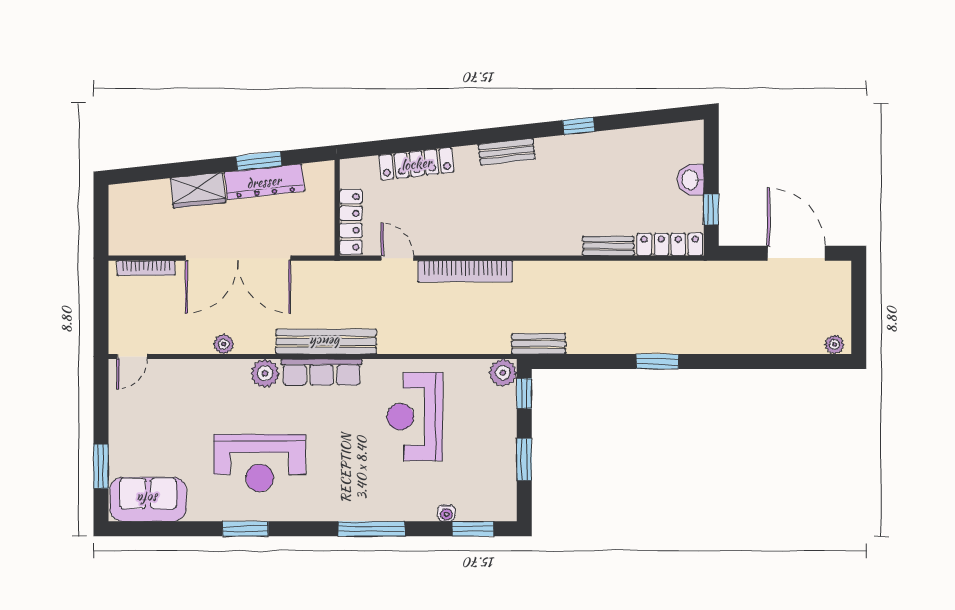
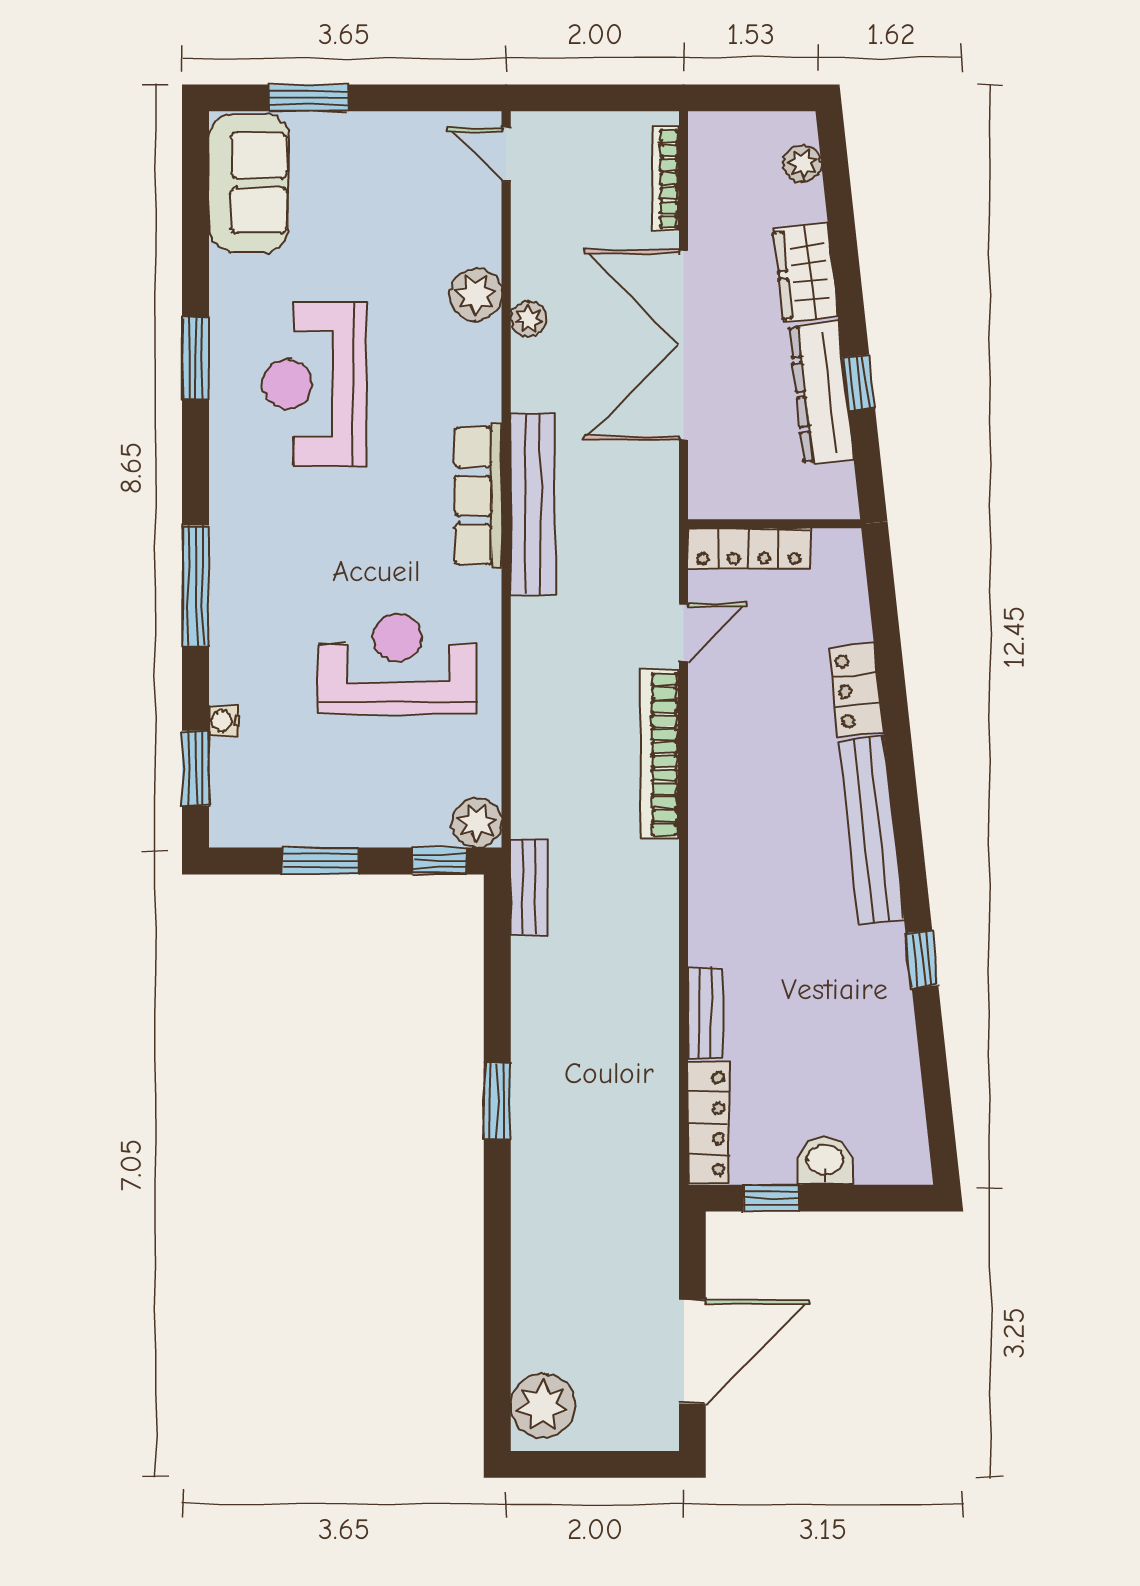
bench: (507, 152) -> (871, 830), width x1.86, depth x1.21
window: (259, 161) -> (859, 383), width x0.67
locker: (416, 164) -> (856, 690), width x0.66
plant: (137, 192) -> (802, 164), added
plant: (835, 345) -> (543, 1406), width x1.88, depth x1.88
plant: (265, 373) -> (476, 295), moved

